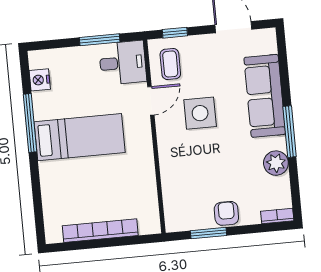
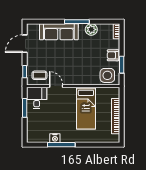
nightstand: (40, 80) -> (55, 138), moved
side table: (200, 113) -> (107, 75), moved
bed: (80, 137) -> (86, 108), moved, turned 180

